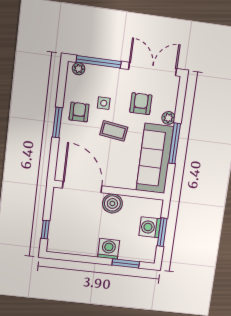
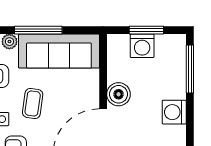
washing machine: (109, 249) -> (174, 112), moved
window: (126, 263) -> (190, 69), width x1.44

